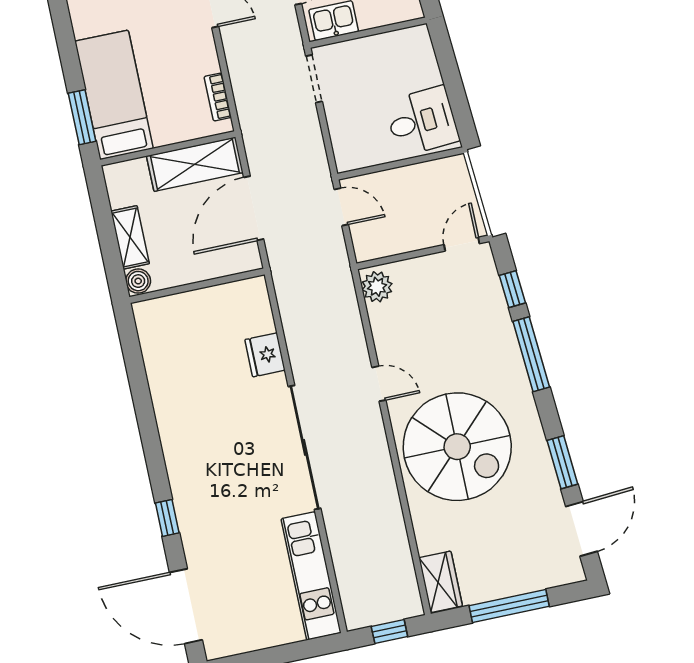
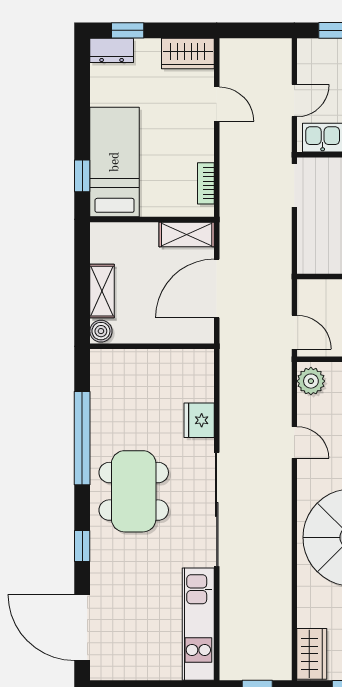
window: (82, 117) -> (82, 176), width x0.67
shelving: (195, 164) -> (187, 234), width x0.67, depth x0.75
door: (341, 207) -> (294, 332), moved
door: (379, 384) -> (294, 442), moved
window: (142, 401) -> (82, 438), added
dining table: (211, 447) -> (134, 491), added

